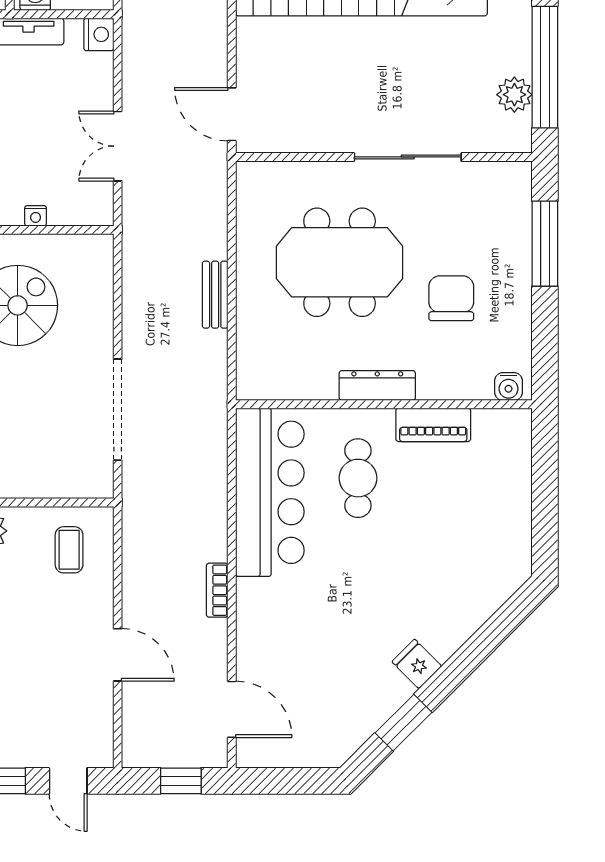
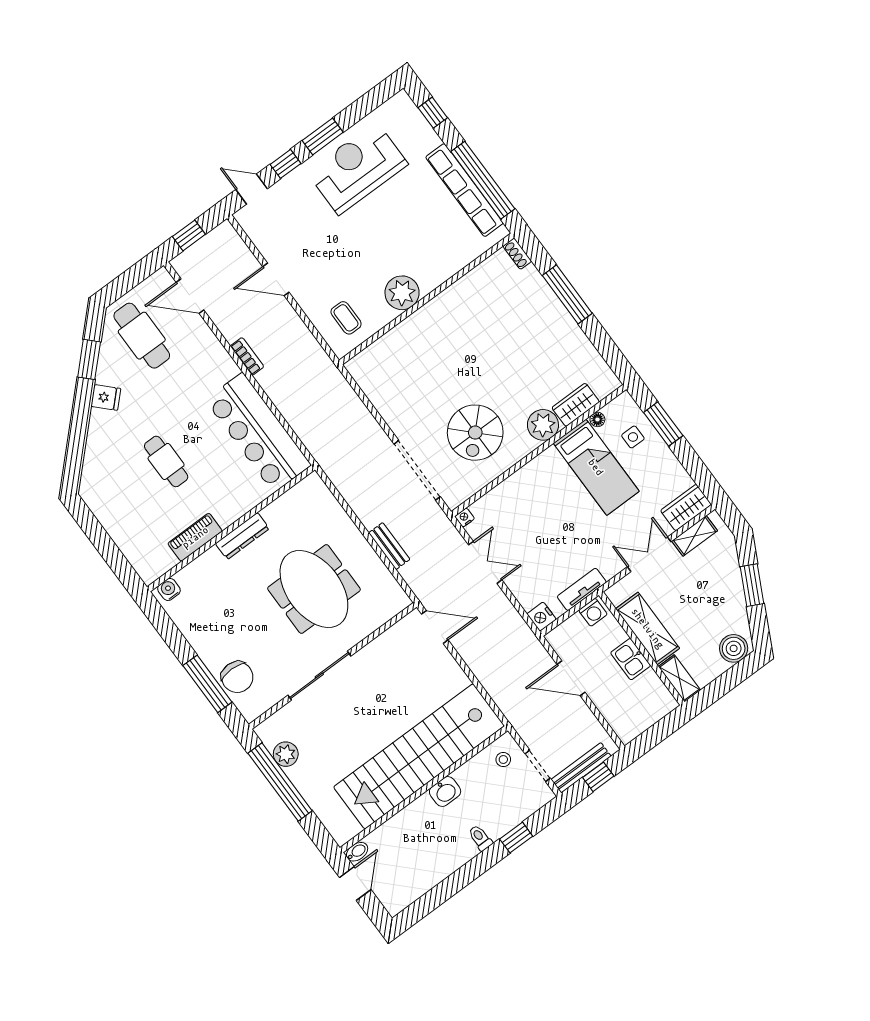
nightstand: (36, 216) -> (465, 517), moved
meeting table: (340, 262) -> (314, 589), turned 90
bench: (215, 295) -> (389, 546), moved
chair: (451, 298) -> (237, 677), moved
doorway: (118, 410) -> (417, 470), moved
cafe table: (358, 478) -> (166, 461), moved
cafe table: (322, 705) -> (142, 336), added

